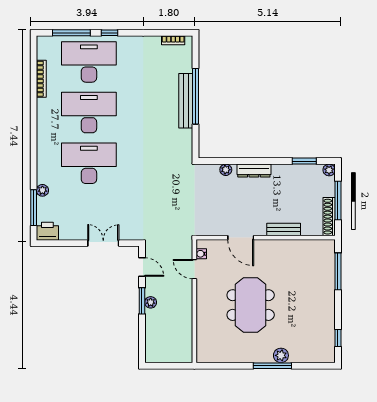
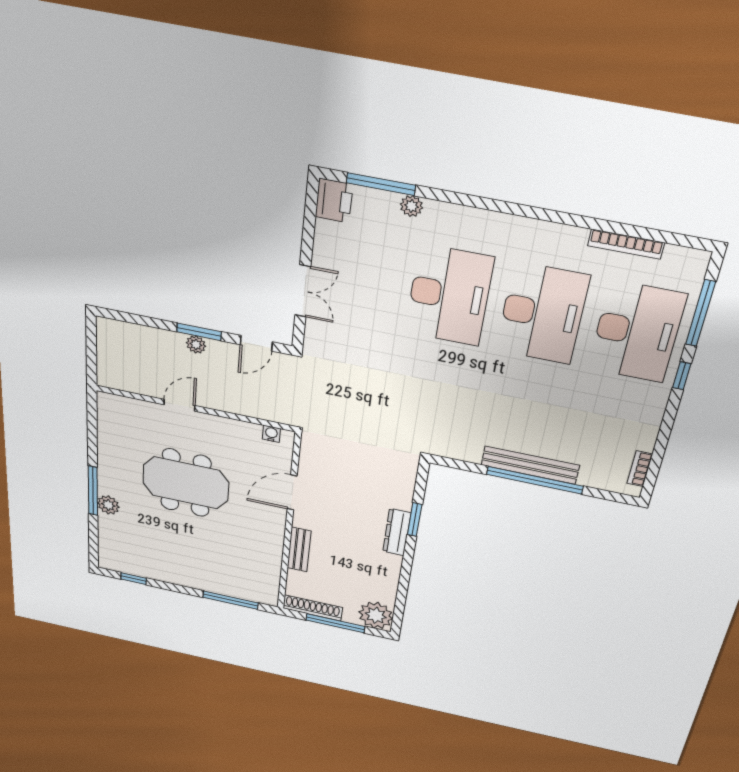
window: (304, 161) -> (415, 520), moved
plant: (226, 170) -> (404, 496), removed
plant: (329, 170) -> (376, 615), width x1.88, depth x1.88
door: (194, 269) -> (179, 405), moved

